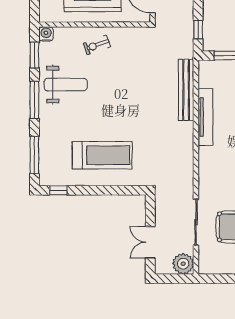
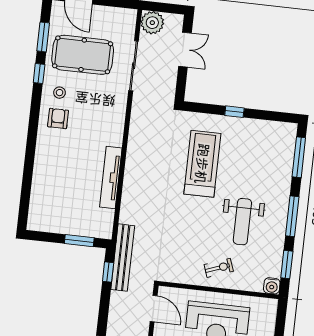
weight bench: (66, 85) -> (242, 222), moved, turned -90
bench: (186, 90) -> (123, 258), moved
treadmill: (102, 155) -> (202, 164), moved, turned 90
window: (58, 190) -> (234, 112), moved

